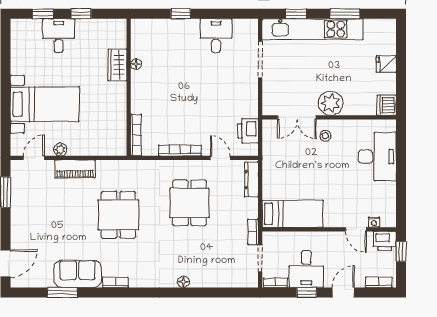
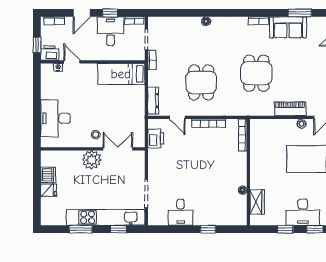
desk: (59, 36) -> (303, 212), width x1.37
wardrobe: (117, 65) -> (257, 202), moved
dishwasher: (387, 105) -> (48, 175), moved

